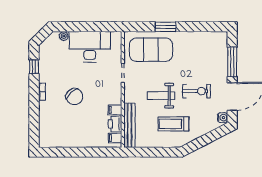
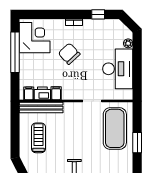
weight bench: (161, 96) -> (70, 138), removed
chair: (74, 97) -> (69, 54), turned 90
treadmill: (173, 124) -> (38, 138), moved
corner desk: (58, 132) -> (35, 38), added
window: (73, 152) -> (15, 52), added

